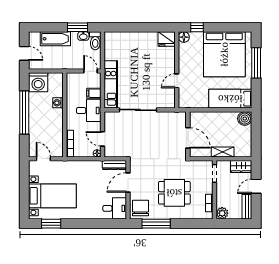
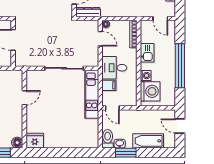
washing machine: (38, 82) -> (150, 91), moved, turned 90
kitchen sink: (56, 125) -> (147, 53), added

